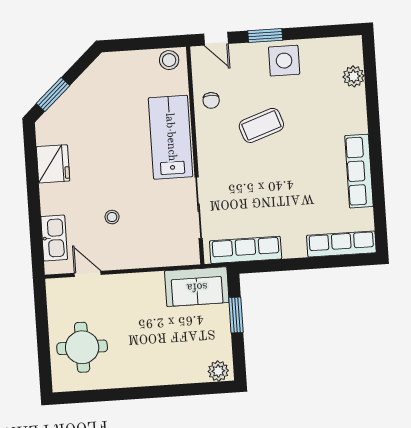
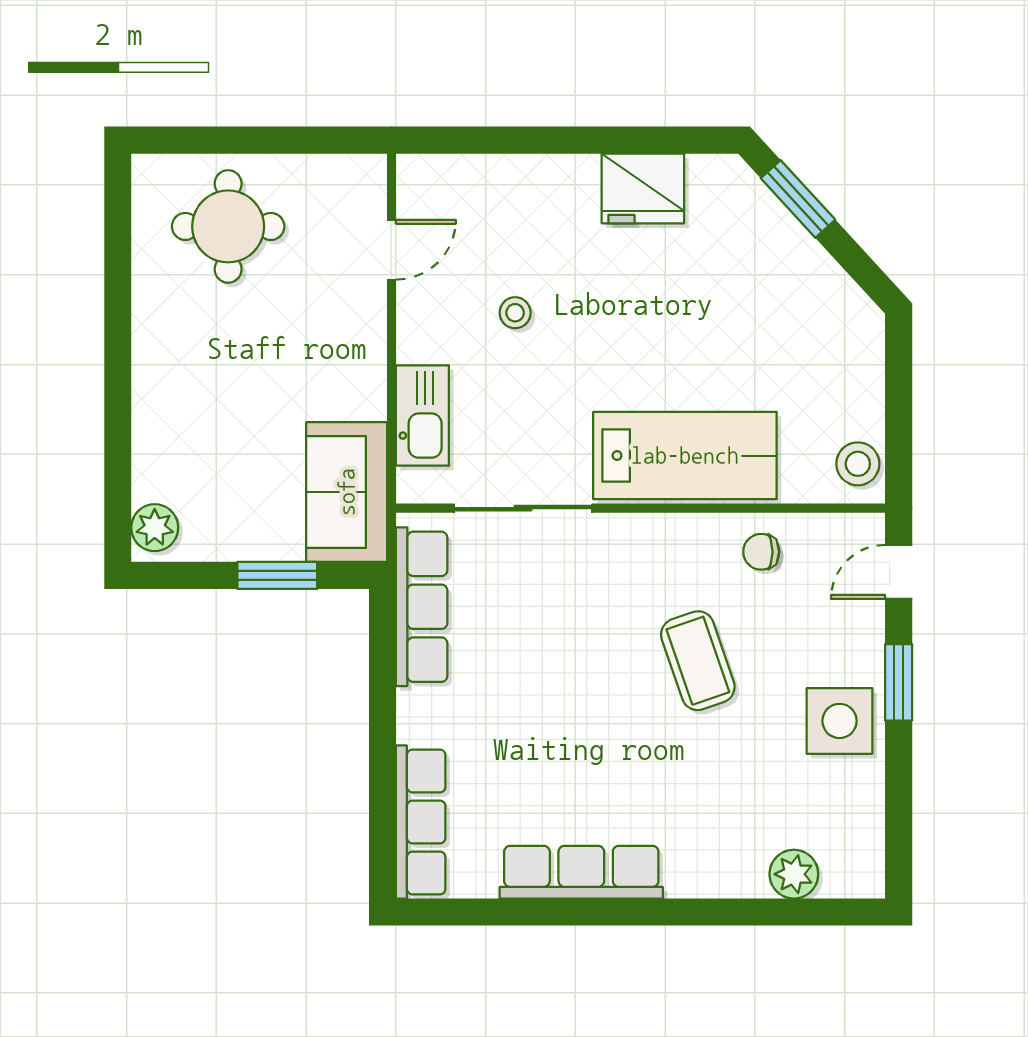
kitchen sink: (54, 238) -> (422, 415), moved, turned -90

